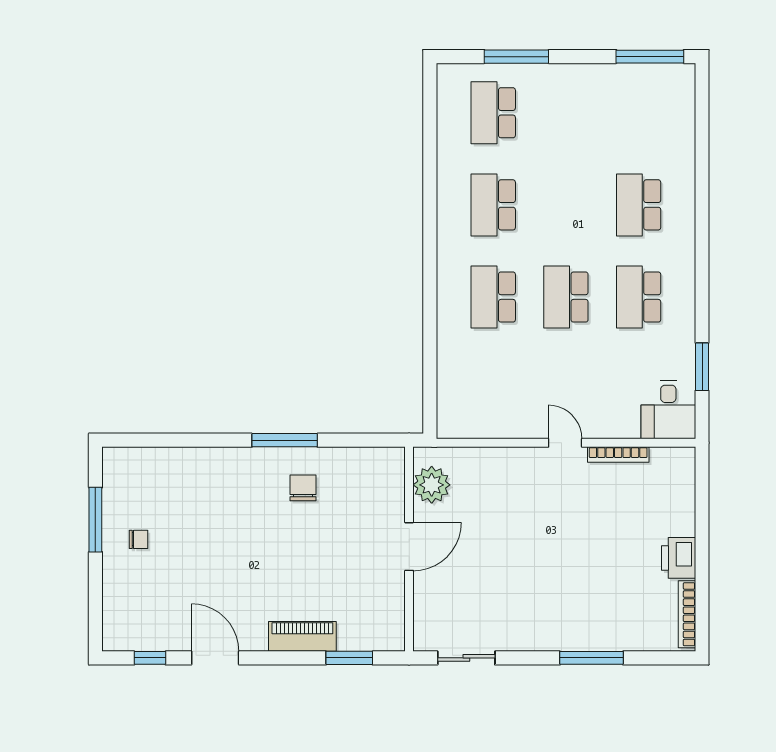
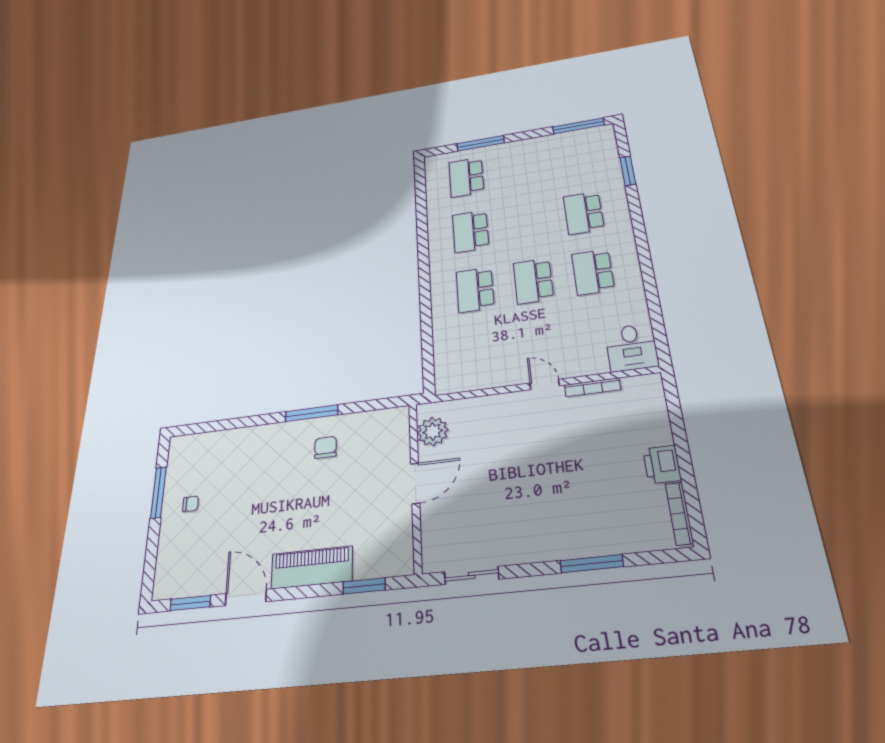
window: (702, 367) -> (628, 171), moved
piano: (302, 636) -> (312, 567), width x1.37, depth x1.33
window: (150, 658) -> (190, 603), width x1.50

